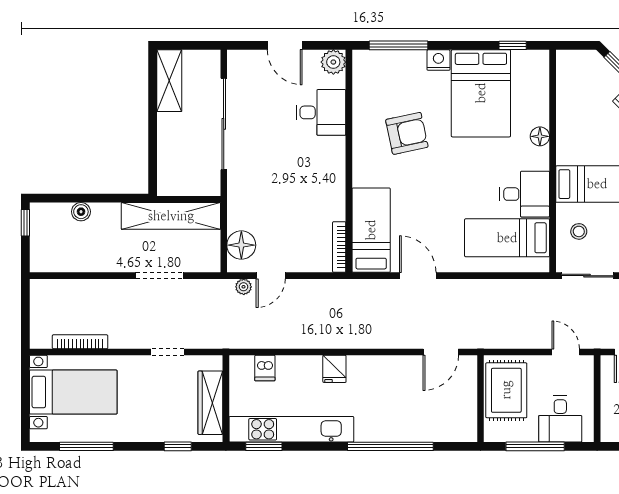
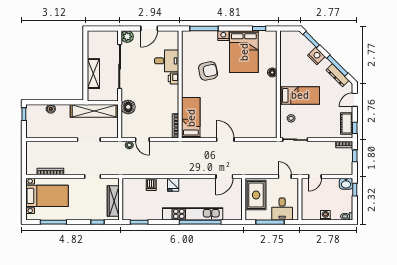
door: (285, 45) -> (149, 29), hinge flipped
plant: (333, 62) -> (127, 37), moved
shelving: (169, 81) -> (93, 74), moved
printer: (335, 149) -> (173, 78), added
desk: (525, 194) -> (265, 100), removed
bed: (507, 238) -> (256, 121), removed
floor lamp: (241, 245) -> (128, 107), moved
door: (271, 276) -> (142, 140), hinge flipped
door: (418, 276) -> (225, 140), moved
dishwasher: (265, 368) -> (151, 184), moved
kitchen unit: (291, 429) -> (193, 214), moved

